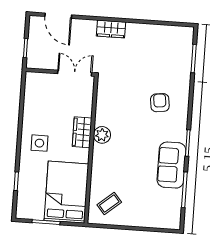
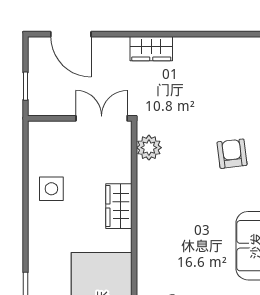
plant: (102, 135) -> (149, 148), moved
side table: (39, 143) -> (51, 189), moved

